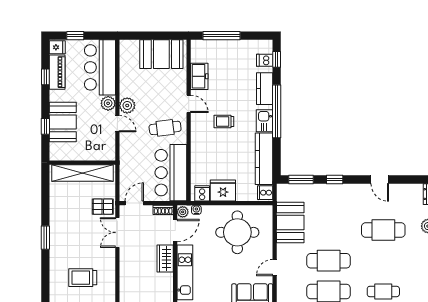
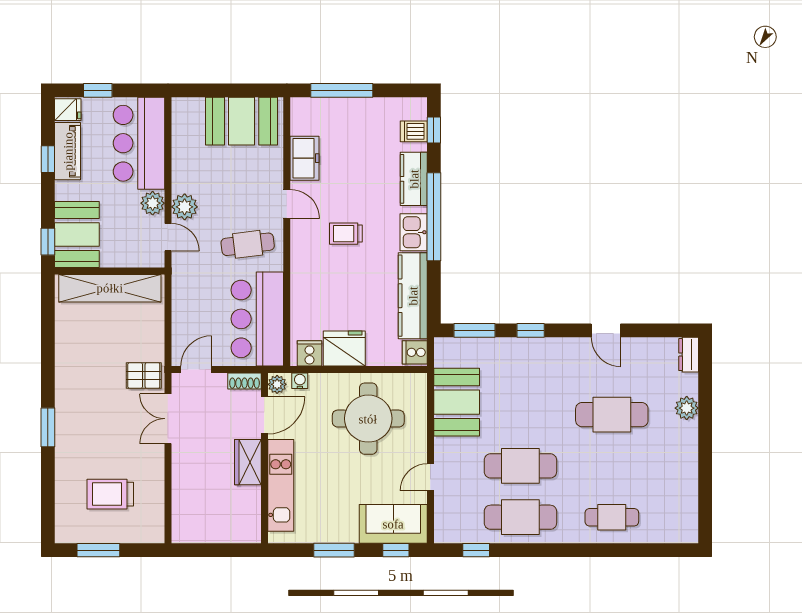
wall: (82, 163) -> (110, 271), moved
shelving: (82, 173) -> (110, 288), moved

